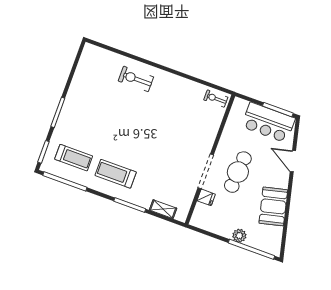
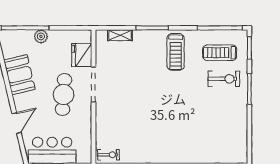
exercise bike: (136, 79) -> (224, 79), moved
door: (293, 161) -> (17, 123), hinge flipped
treadmill: (116, 174) -> (176, 52), turned 90
fridge: (206, 197) -> (82, 55), width x1.88, depth x1.34

